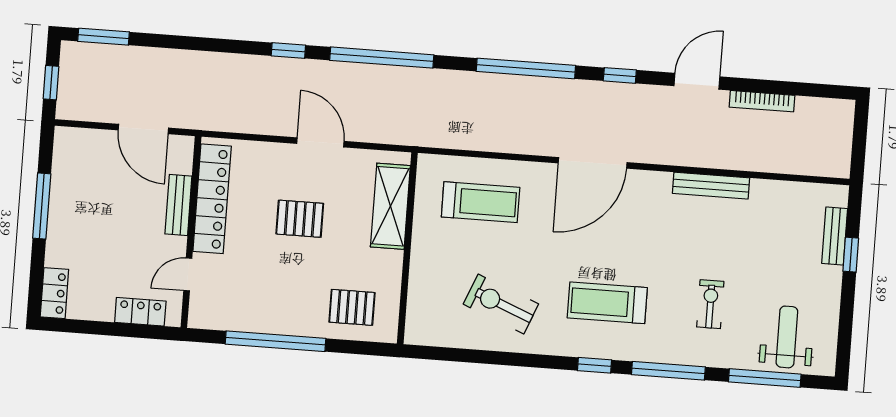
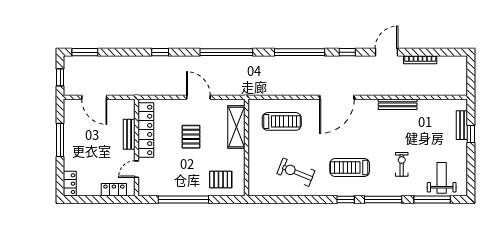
window: (288, 51) -> (160, 52), moved
door: (143, 129) -> (94, 97), moved
pallet: (300, 219) -> (191, 137), turned 90

